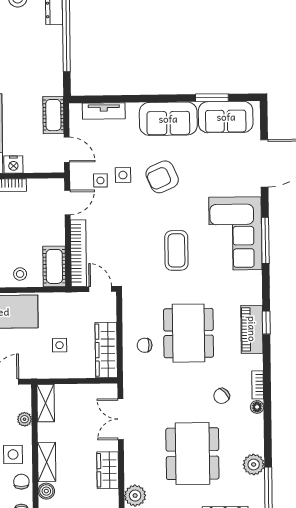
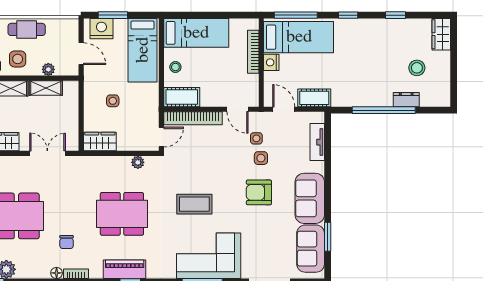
door: (67, 150) -> (284, 109), swing flipped
armchair: (162, 177) -> (259, 192), turned -66
plant: (129, 316) -> (138, 162), added
chair: (145, 345) -> (112, 175), removed
wardrobe: (106, 350) -> (100, 142), width x0.67
chair: (222, 396) -> (67, 242), turned -137
shelving: (46, 403) -> (46, 88), moved

